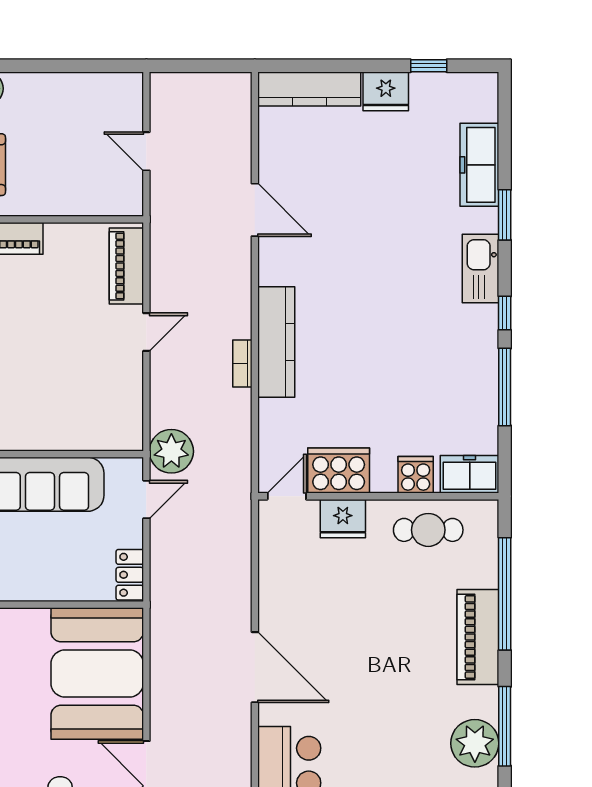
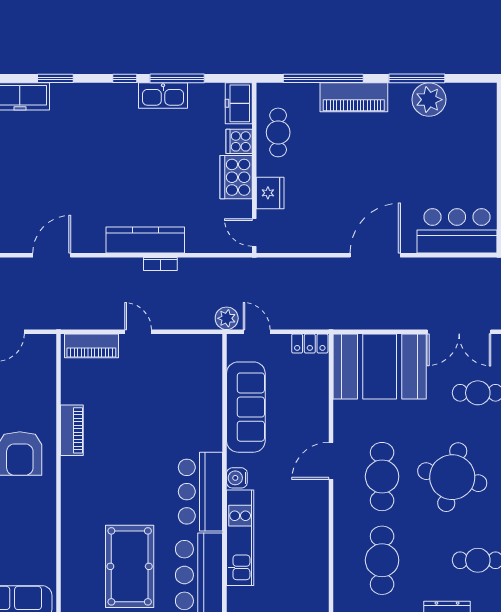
kitchen sink: (480, 268) -> (163, 96), moved
plant: (171, 451) -> (227, 318), width x0.73, depth x0.73
cooker: (339, 471) -> (236, 177), moved

